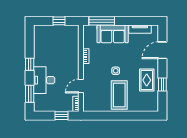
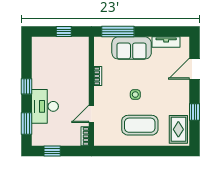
rug: (147, 80) -> (178, 129), moved
coffee table: (119, 95) -> (140, 125), turned 90
window: (62, 116) -> (52, 151), moved

